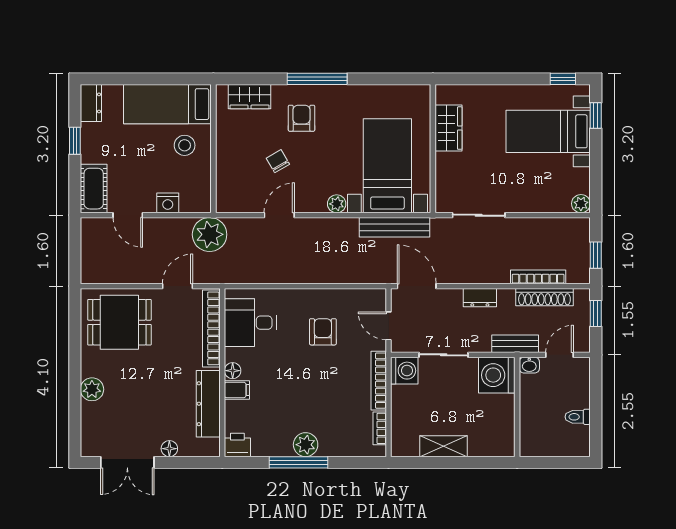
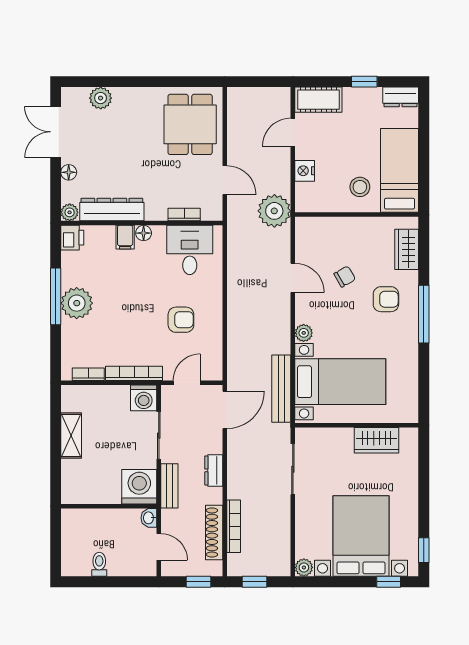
bed with nightstands: (548, 131) -> (361, 536), width x1.36
bookcase: (211, 328) -> (184, 215), width x0.43, depth x0.76
bench: (515, 344) -> (169, 486), moved
plant: (92, 389) -> (101, 98), moved
plant: (306, 445) -> (77, 303), width x1.36, depth x1.36
plant: (211, 448) -> (70, 212), added

